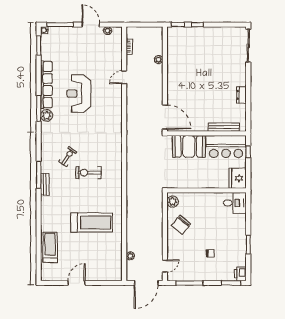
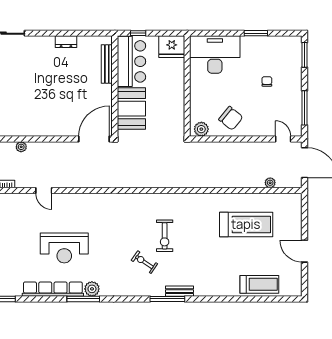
desk: (235, 203) -> (215, 55), width x1.87, depth x1.30
treadmill: (92, 223) -> (246, 224), moved, turned 90
treadmill: (50, 247) -> (259, 284), turned 180
printer: (240, 274) -> (293, 43), removed

